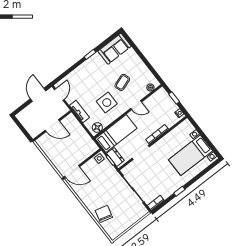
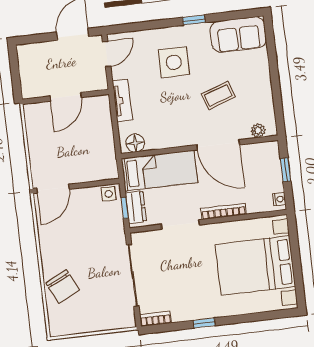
side table: (107, 103) -> (174, 62), moved
door: (136, 105) -> (218, 145), width x1.87
door: (52, 126) -> (66, 97), hinge flipped
bed with nightstands: (191, 155) -> (255, 265), width x1.36
door: (72, 172) -> (53, 189), hinge flipped
chair: (104, 214) -> (63, 287), turned 139

